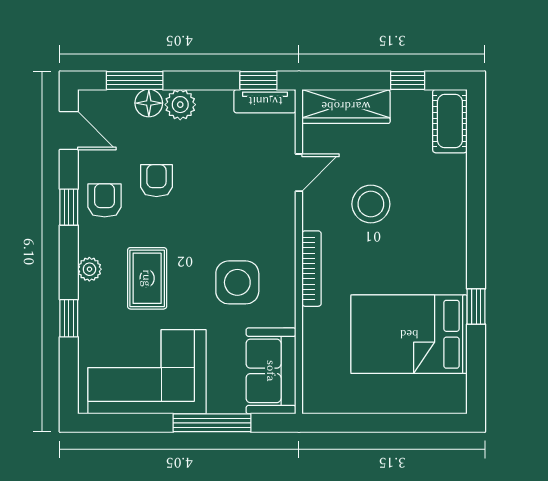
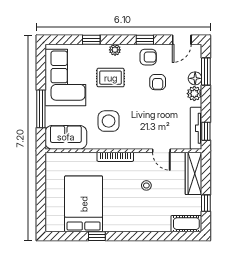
tv unit: (265, 101) -> (196, 128), width x1.41
armchair: (156, 181) -> (158, 82), turned 90
stool: (371, 204) -> (146, 185), width x0.53, depth x0.53

